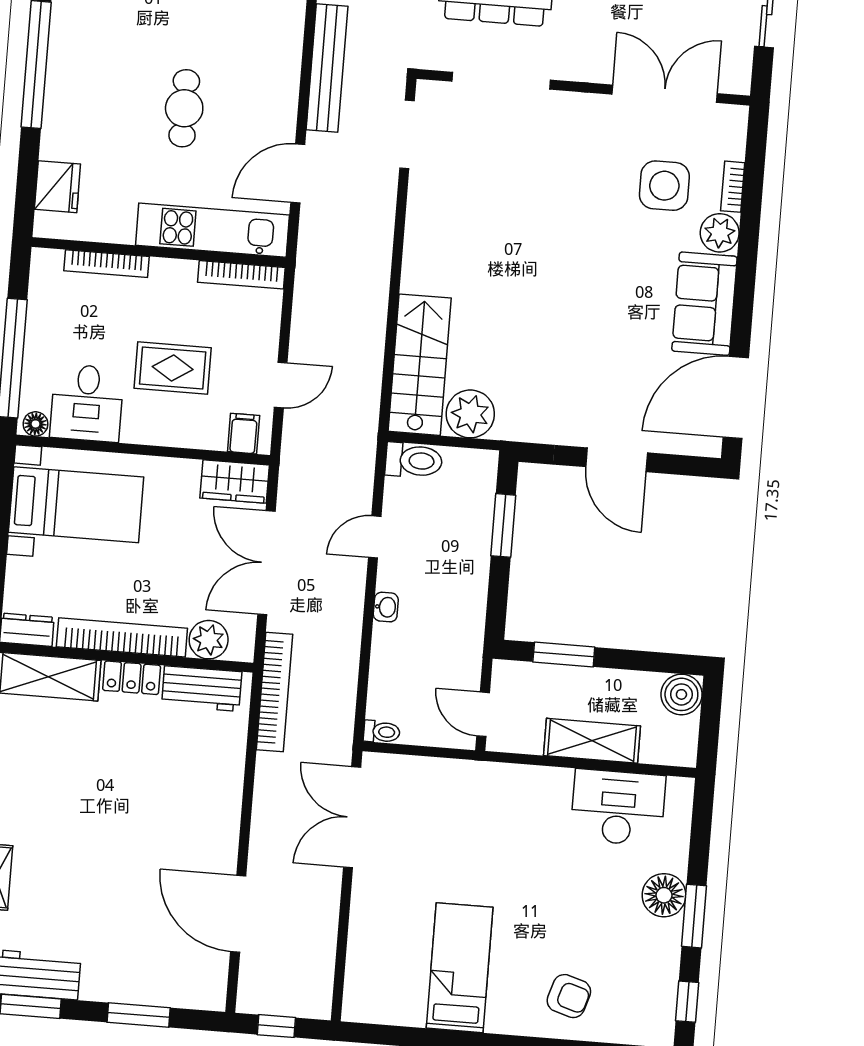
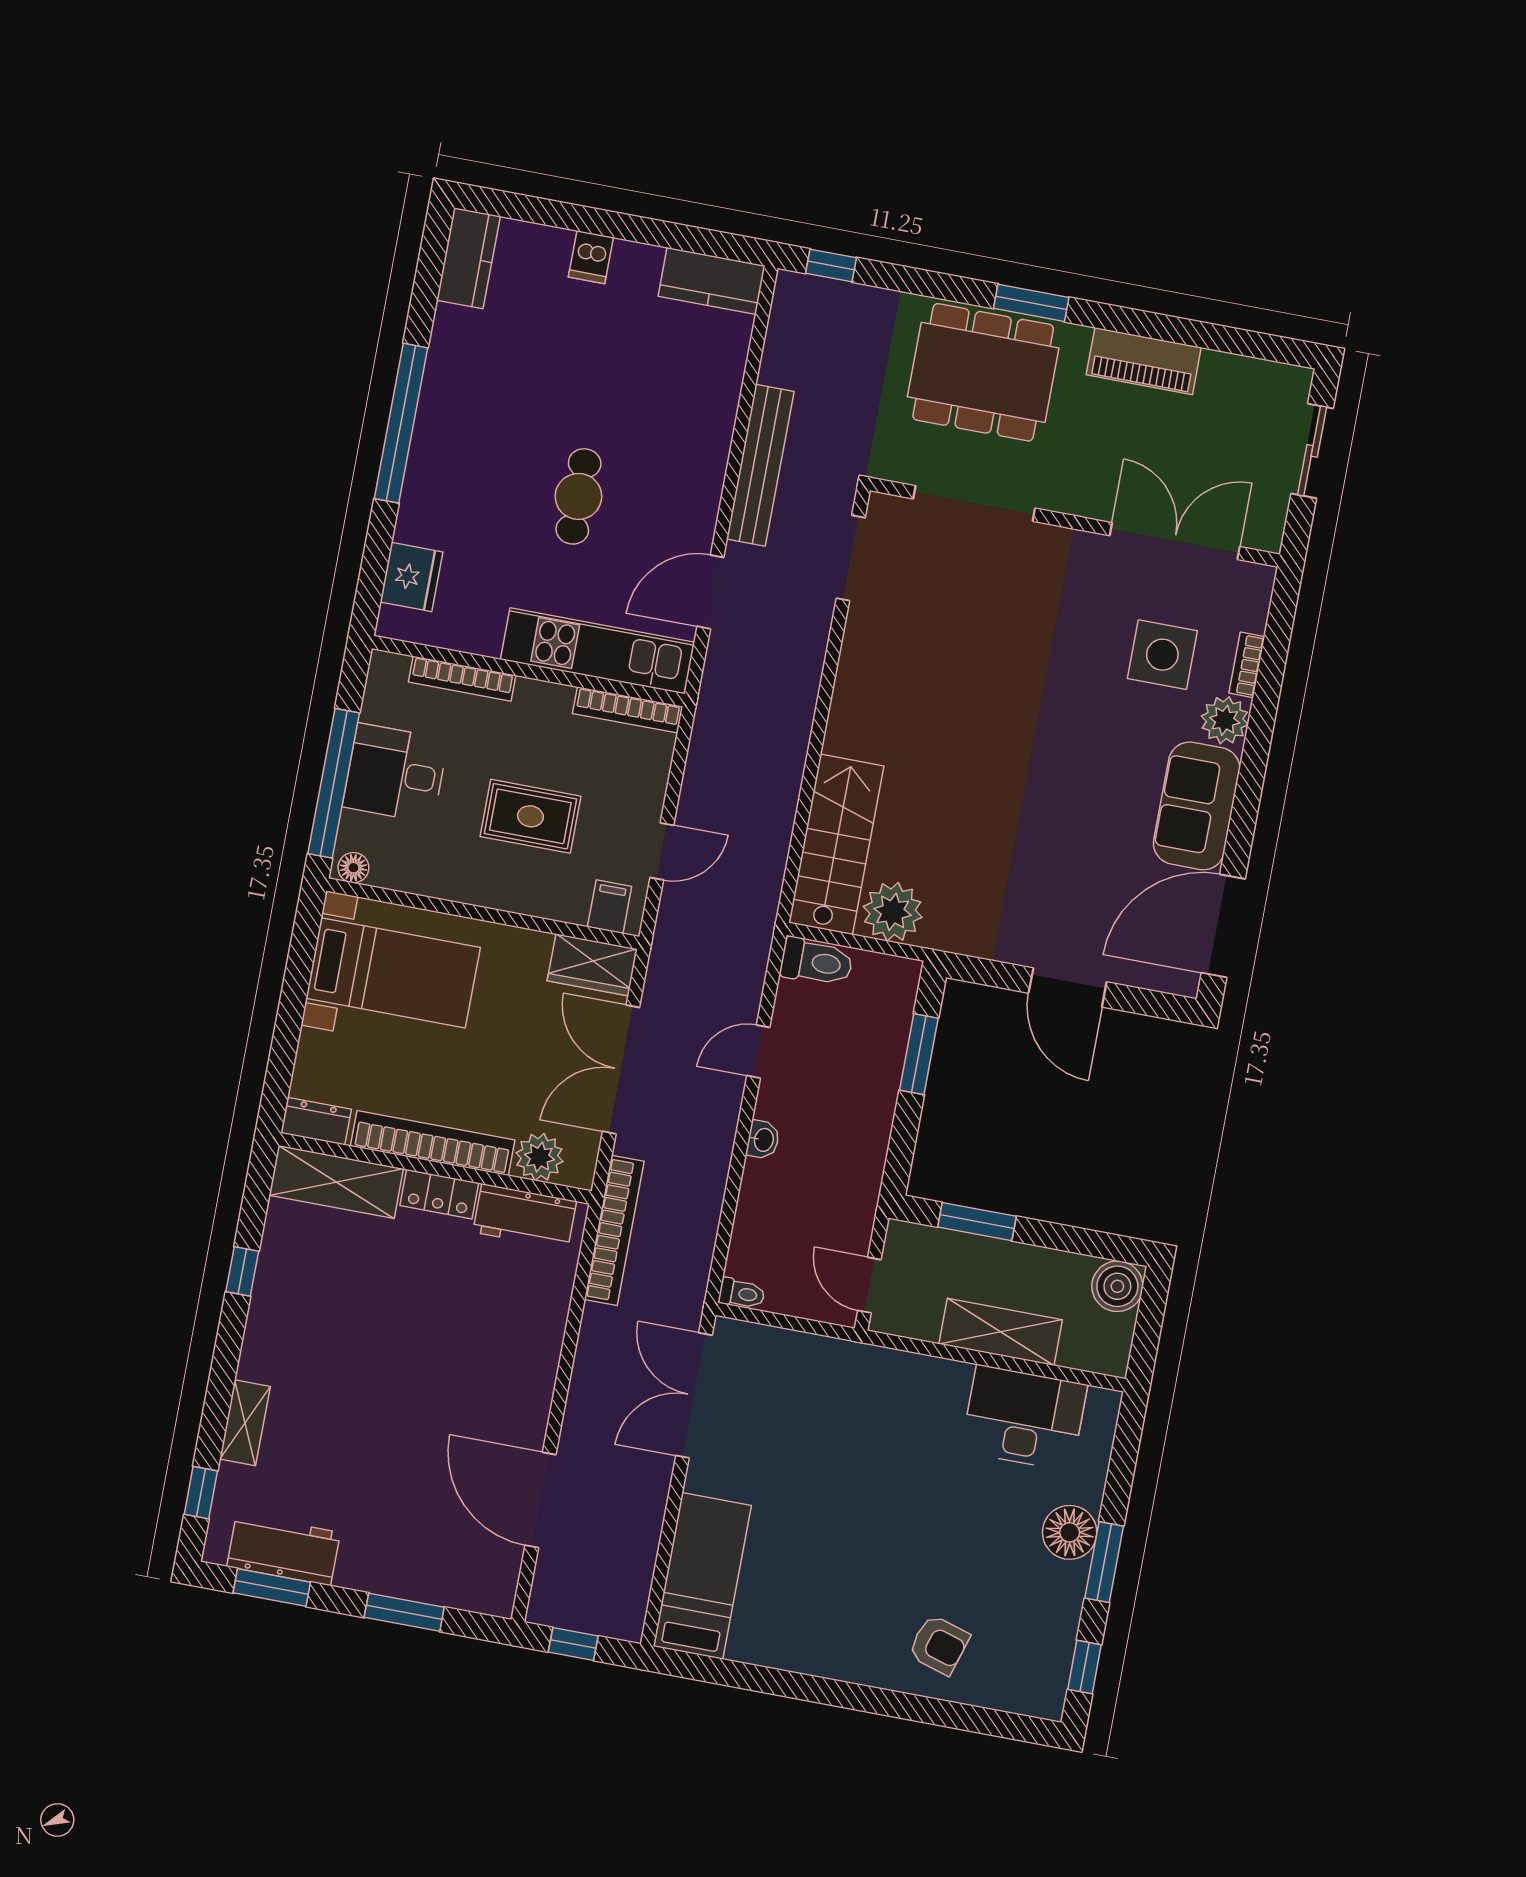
desk: (87, 403) -> (395, 773), moved, turned 90
bed: (460, 968) -> (702, 1576), moved

